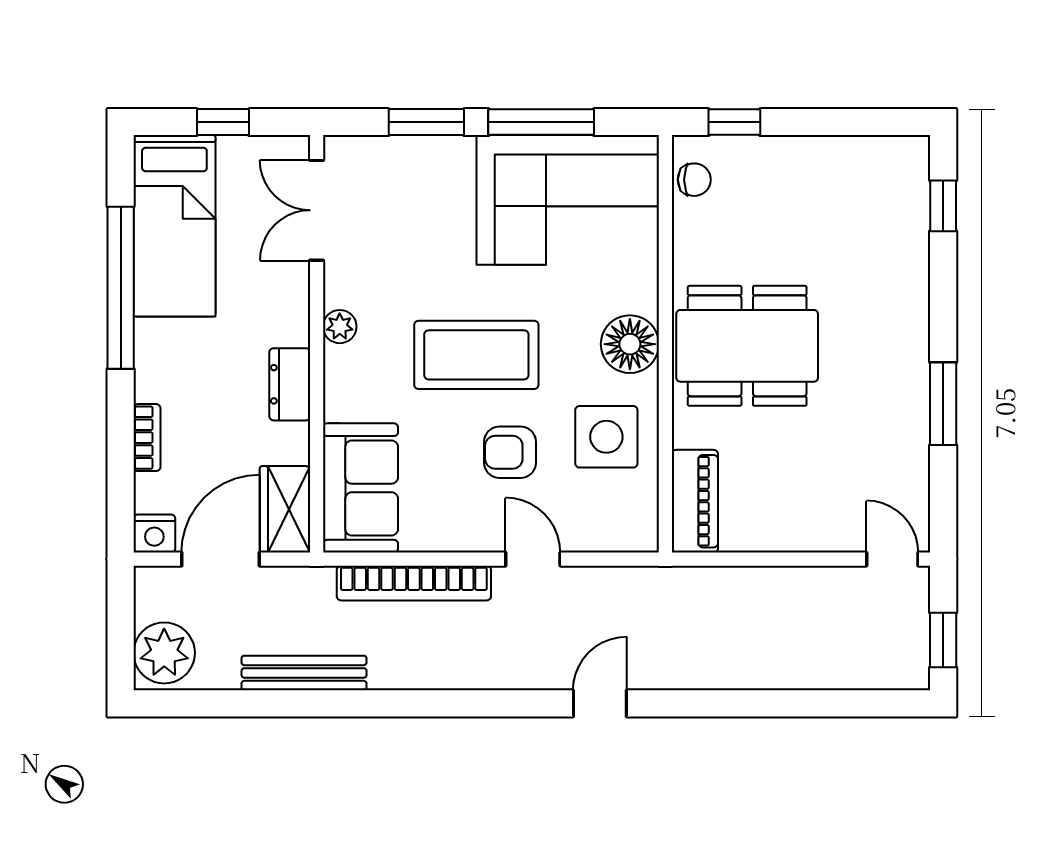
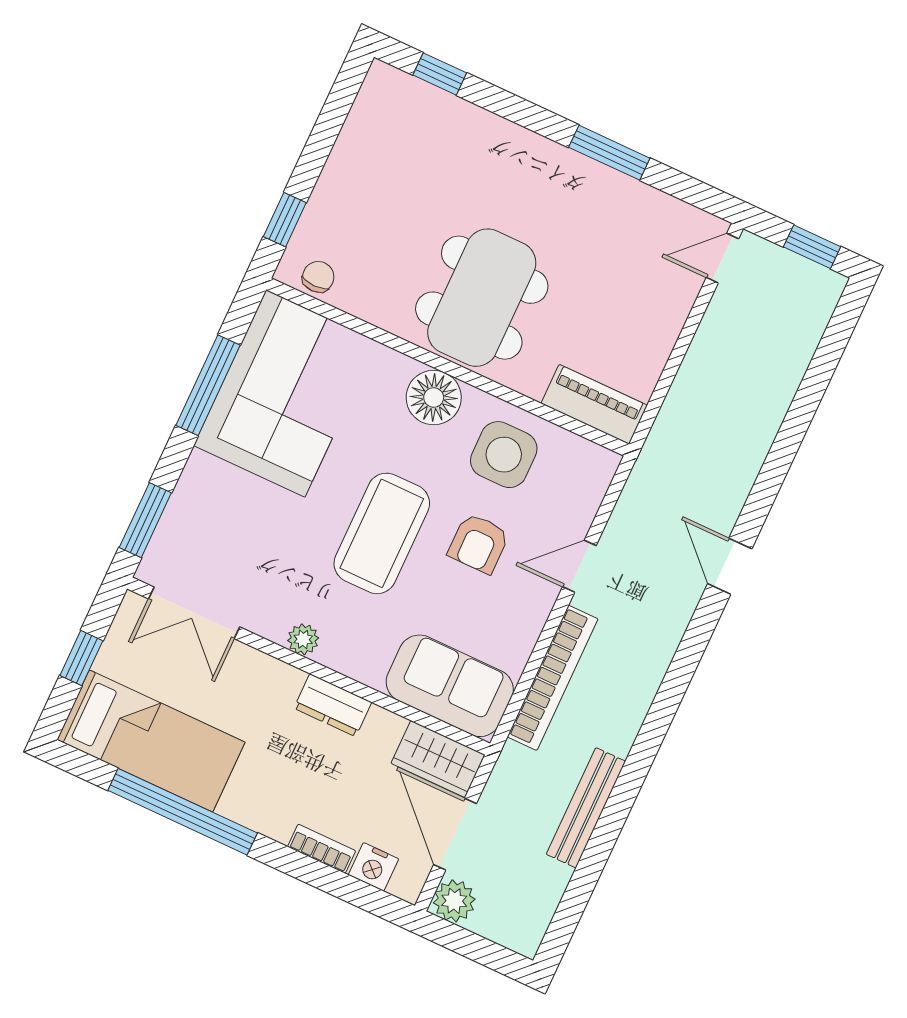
window: (426, 122) -> (145, 520), moved
nightstand: (154, 534) -> (373, 867), moved, turned 90
plant: (164, 653) -> (454, 901), moved, width x0.73, depth x0.73

